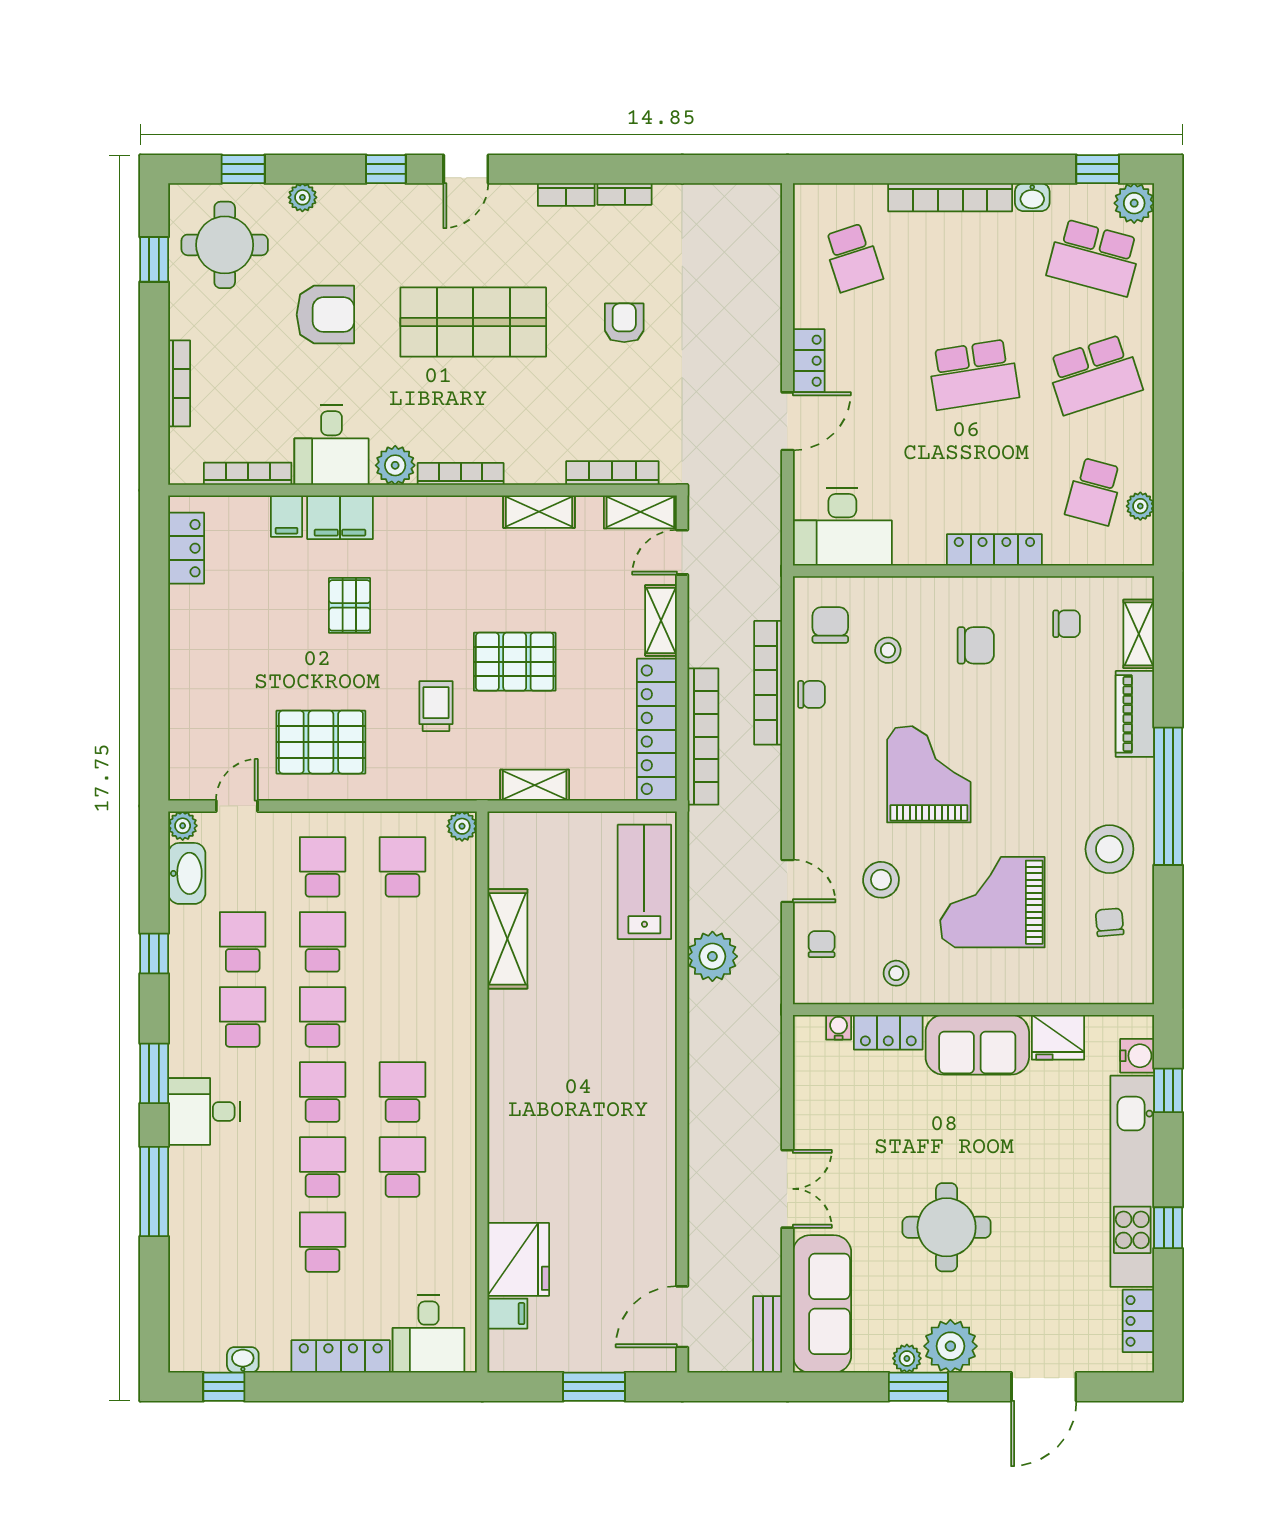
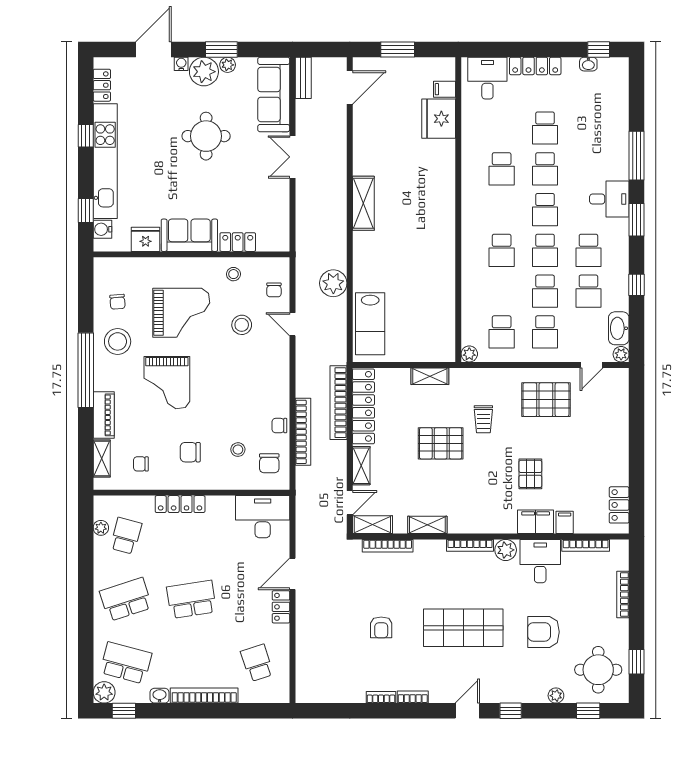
grand piano: (929, 774) -> (167, 383), moved
shelving: (507, 939) -> (363, 203), moved
water cooler: (839, 1027) -> (181, 64), moved, turned 180
school desk: (402, 1092) -> (502, 250), moved

